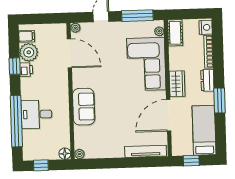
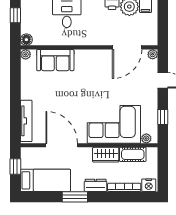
window: (137, 16) -> (163, 117), width x0.46
cot: (175, 33) -> (133, 154), moved
wardrobe: (177, 84) -> (106, 155), moved
sofa: (84, 107) -> (55, 60), moved

